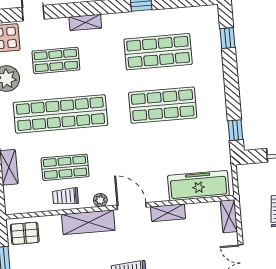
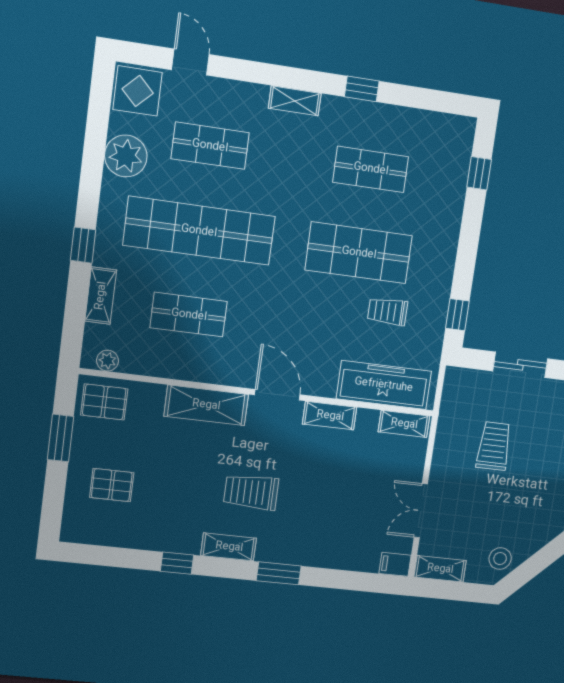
shelving: (85, 22) -> (295, 101), moved
shop shelf: (158, 52) -> (371, 169), width x0.70, depth x0.74
trolley: (65, 196) -> (388, 311), moved
plant: (100, 200) -> (108, 361), moved
shelving: (229, 216) -> (404, 424), moved, turned 90

